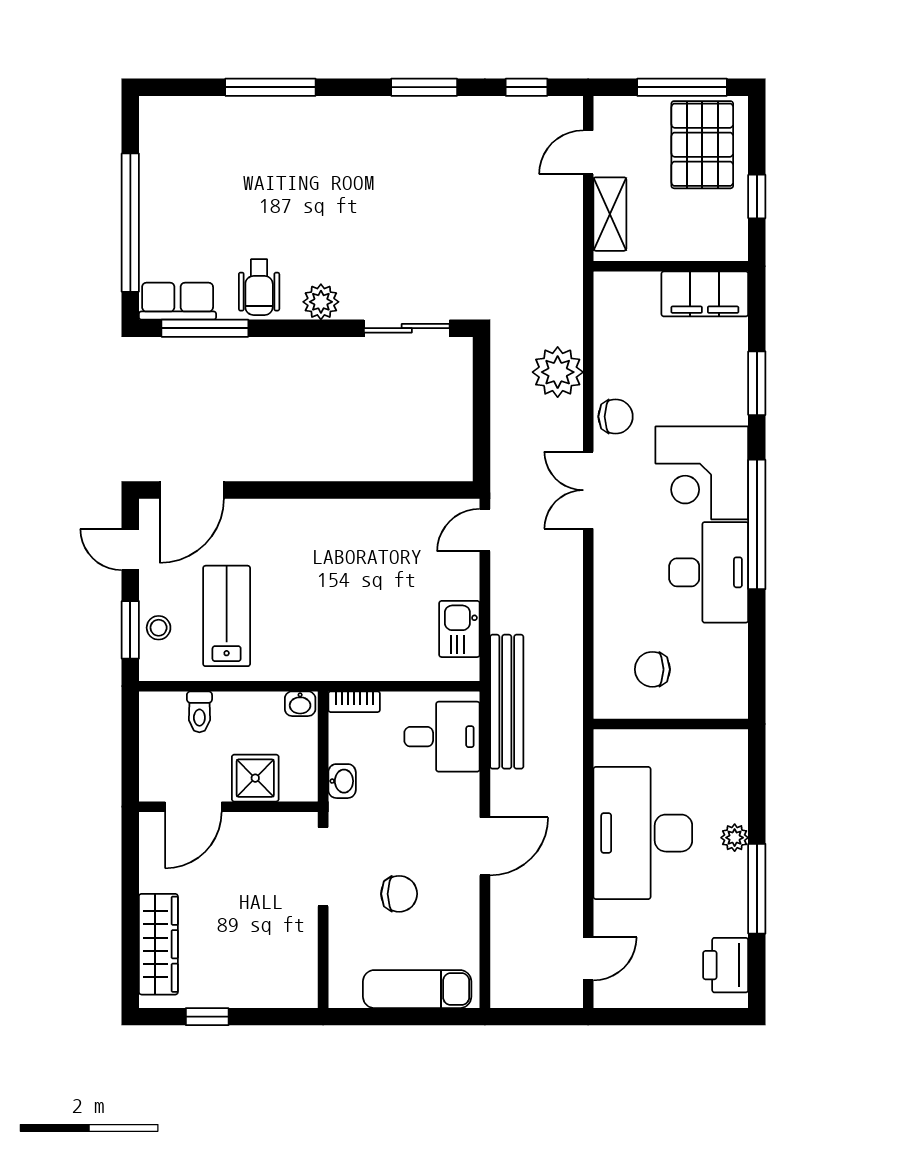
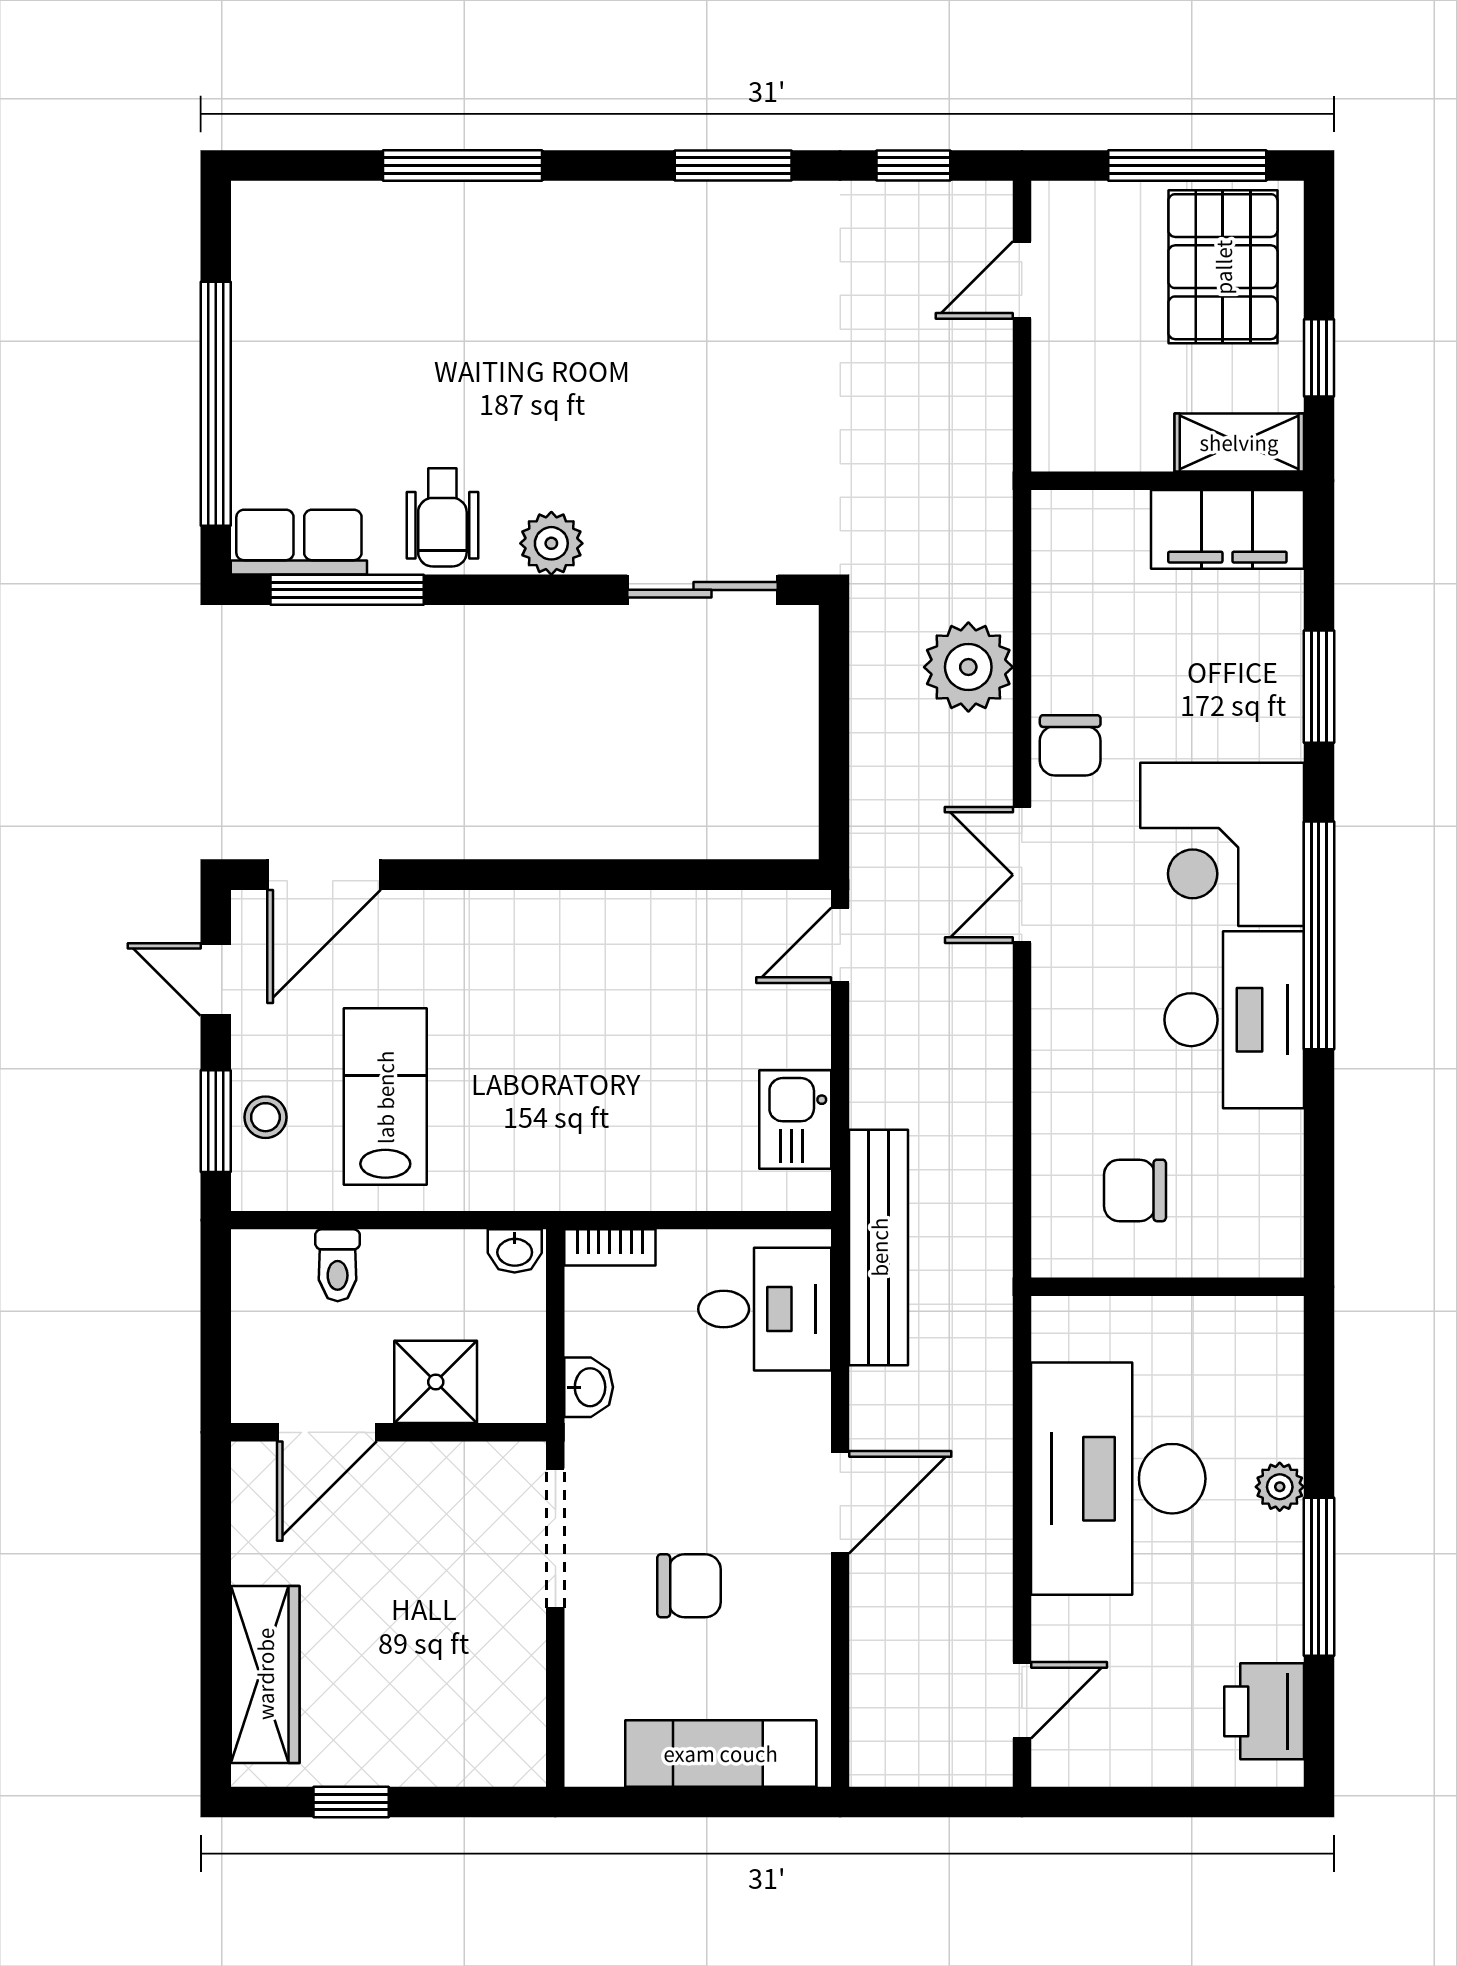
shelving: (610, 214) -> (1239, 442), moved, turned 90
chair: (616, 417) -> (1070, 745), turned 90

